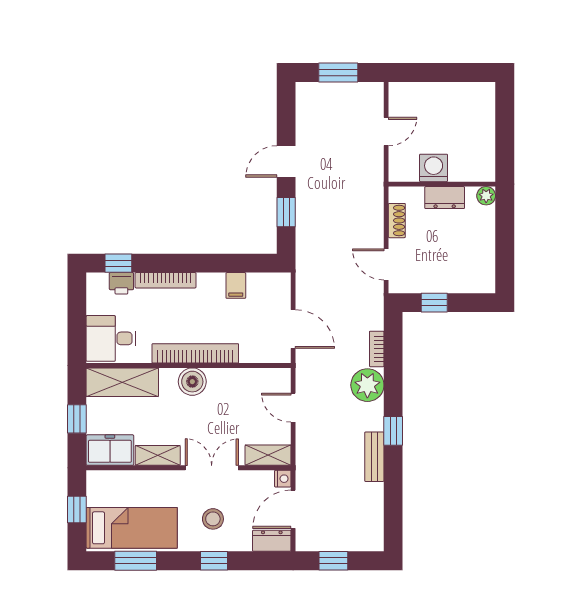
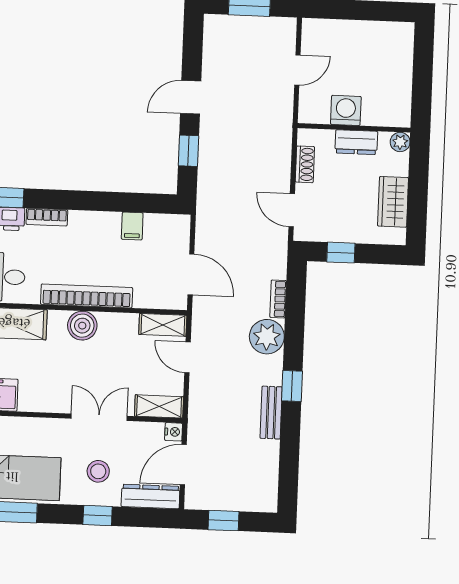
wardrobe: (482, 253) -> (393, 202), added
bookcase: (166, 280) -> (47, 217), width x0.64
shelving: (158, 455) -> (163, 325), moved
dresser: (272, 541) -> (151, 496), width x1.44

